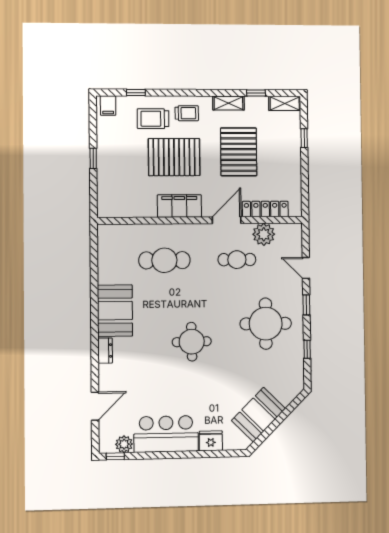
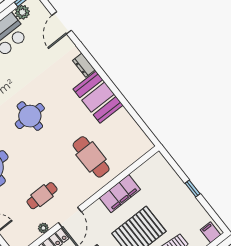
filing cabinet: (179, 206) -> (120, 194), moved
plant: (264, 234) -> (43, 228), width x0.53, depth x0.53
cafe table: (164, 260) -> (91, 157), turned 90

